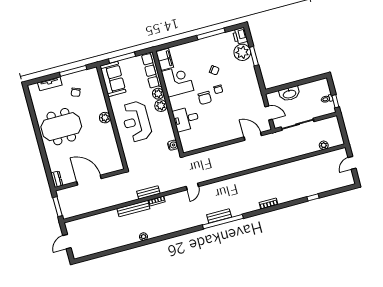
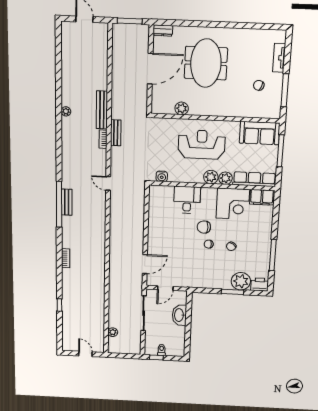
plant: (105, 118) -> (182, 108), moved
meeting table: (61, 127) -> (206, 63), moved

